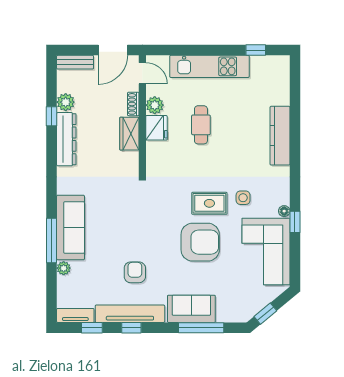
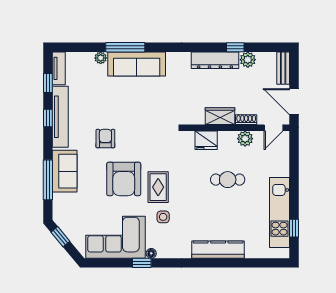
kitchen unit: (209, 66) -> (279, 212), moved
fridge: (156, 128) -> (206, 140), moved
armchair: (135, 272) -> (105, 139), moved, turned -90

